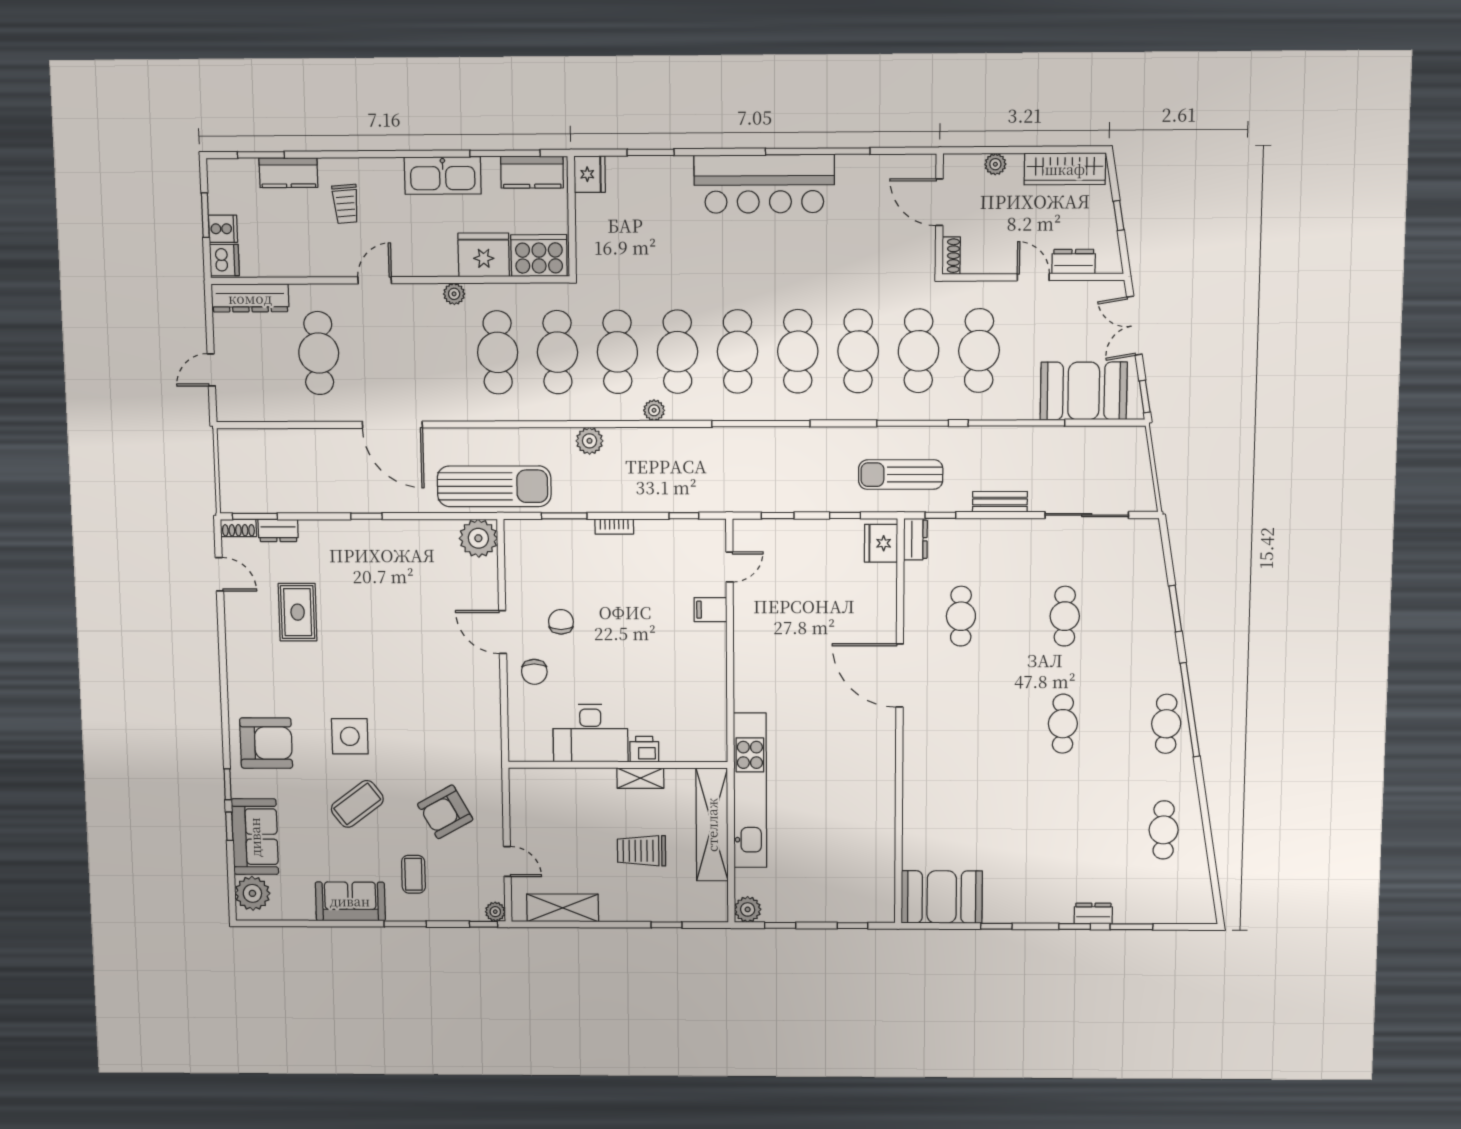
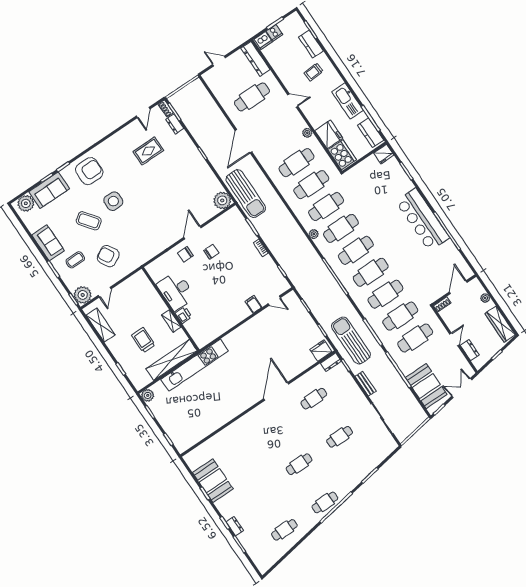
plant: (590, 441) -> (286, 218), removed
sun lounger: (901, 475) -> (351, 340), width x1.36, depth x1.34
armchair: (266, 743) -> (89, 171), turned -90
booth: (942, 897) -> (213, 481), moved
plant: (495, 912) -> (83, 295), width x1.88, depth x1.88

